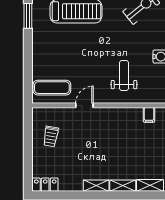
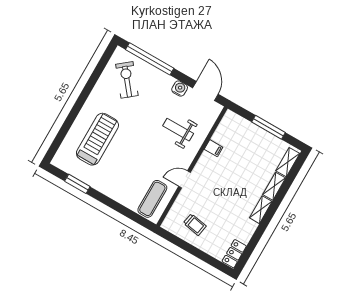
door: (84, 105) -> (184, 179), hinge flipped
filing cabinet: (149, 115) -> (214, 148), moved

